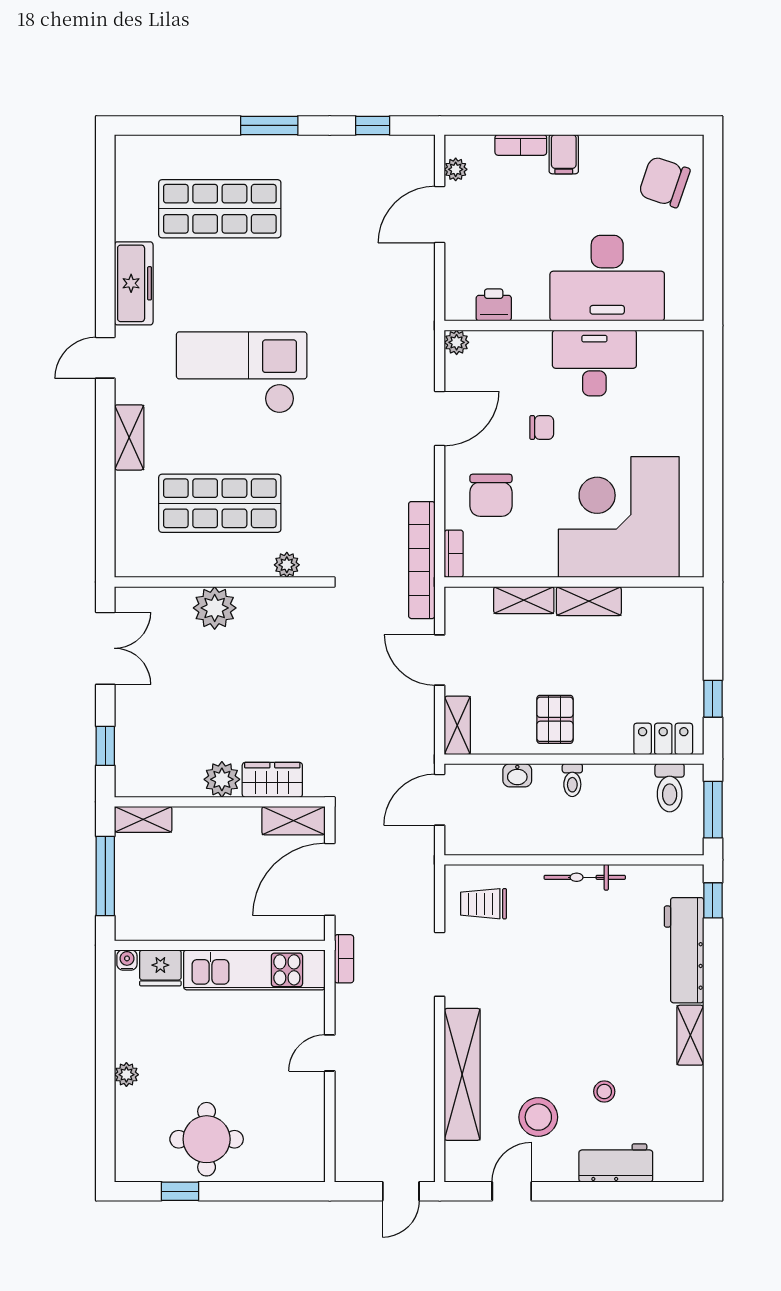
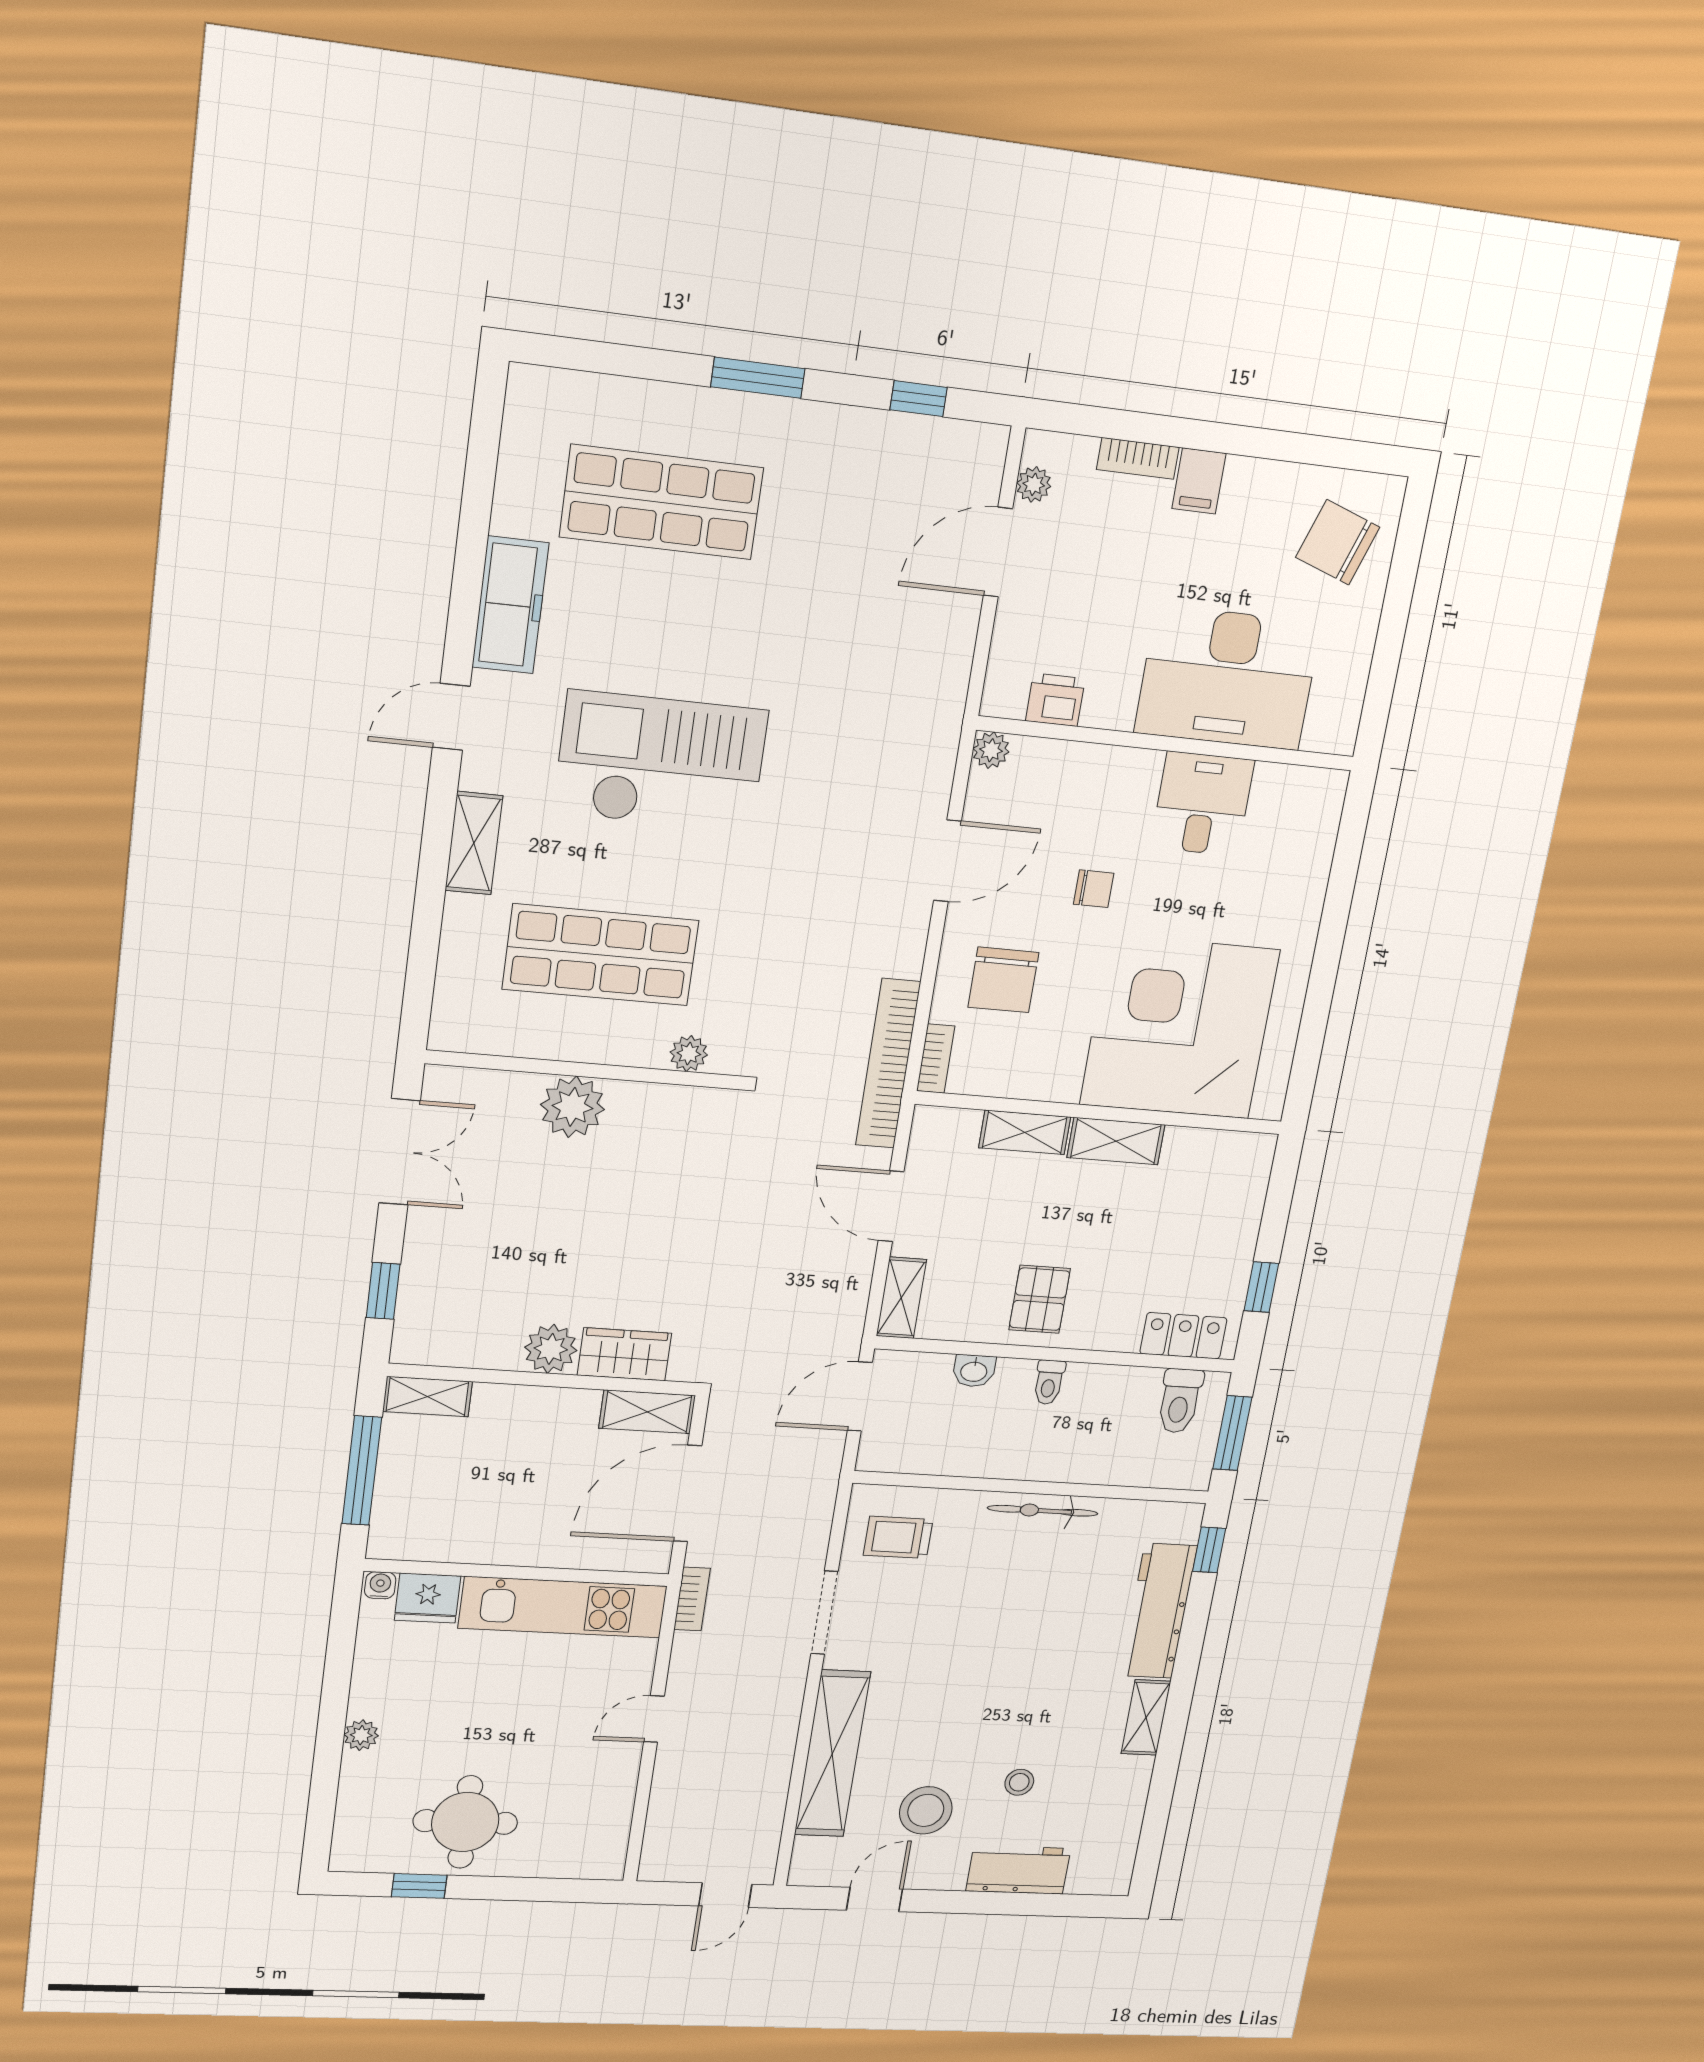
desk: (594, 363) -> (1202, 804), width x0.73

